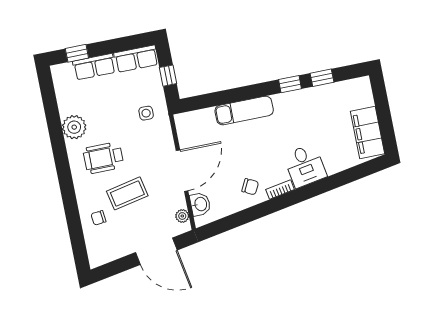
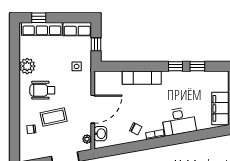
row of seats: (94, 67) -> (42, 29), width x1.48
desk: (305, 166) -> (179, 121), width x1.37

